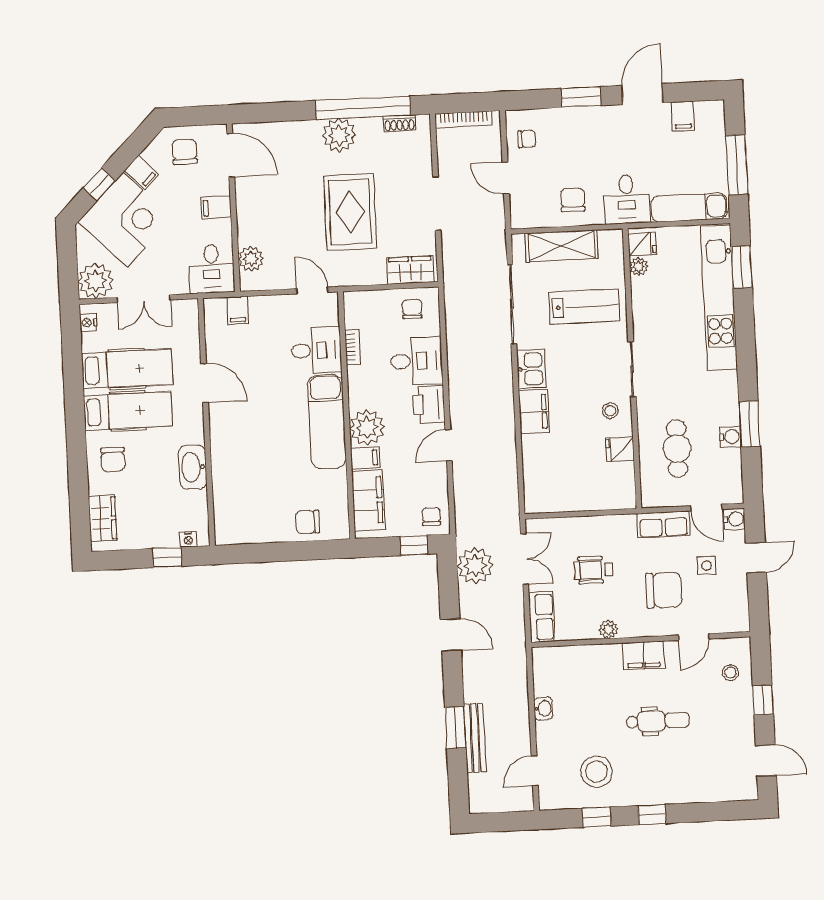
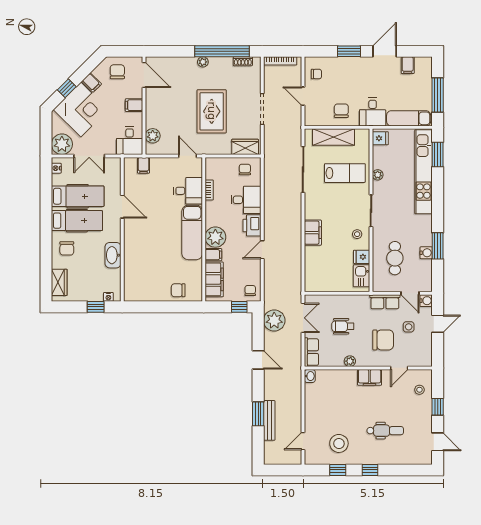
plant: (339, 135) -> (203, 62), width x0.53, depth x0.53
plant: (639, 267) -> (378, 175), moved
kitchen sink: (531, 369) -> (362, 276), moved, turned 180
washbasin: (543, 708) -> (310, 376), moved
dental chair: (658, 721) -> (385, 431), moved

